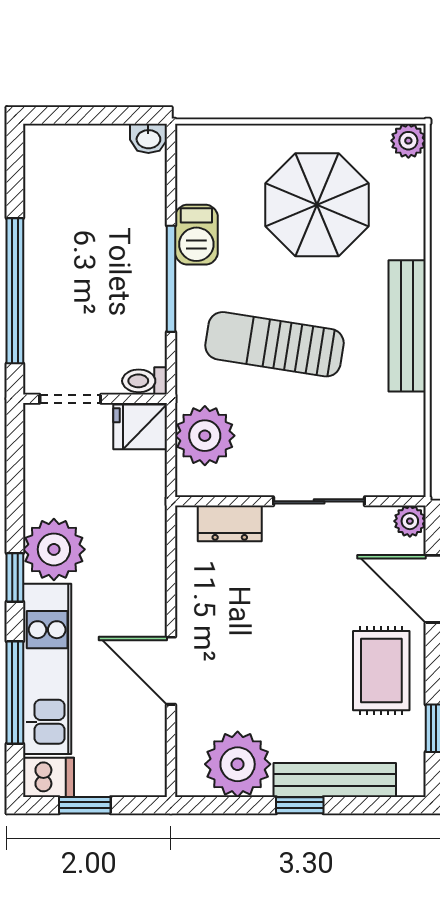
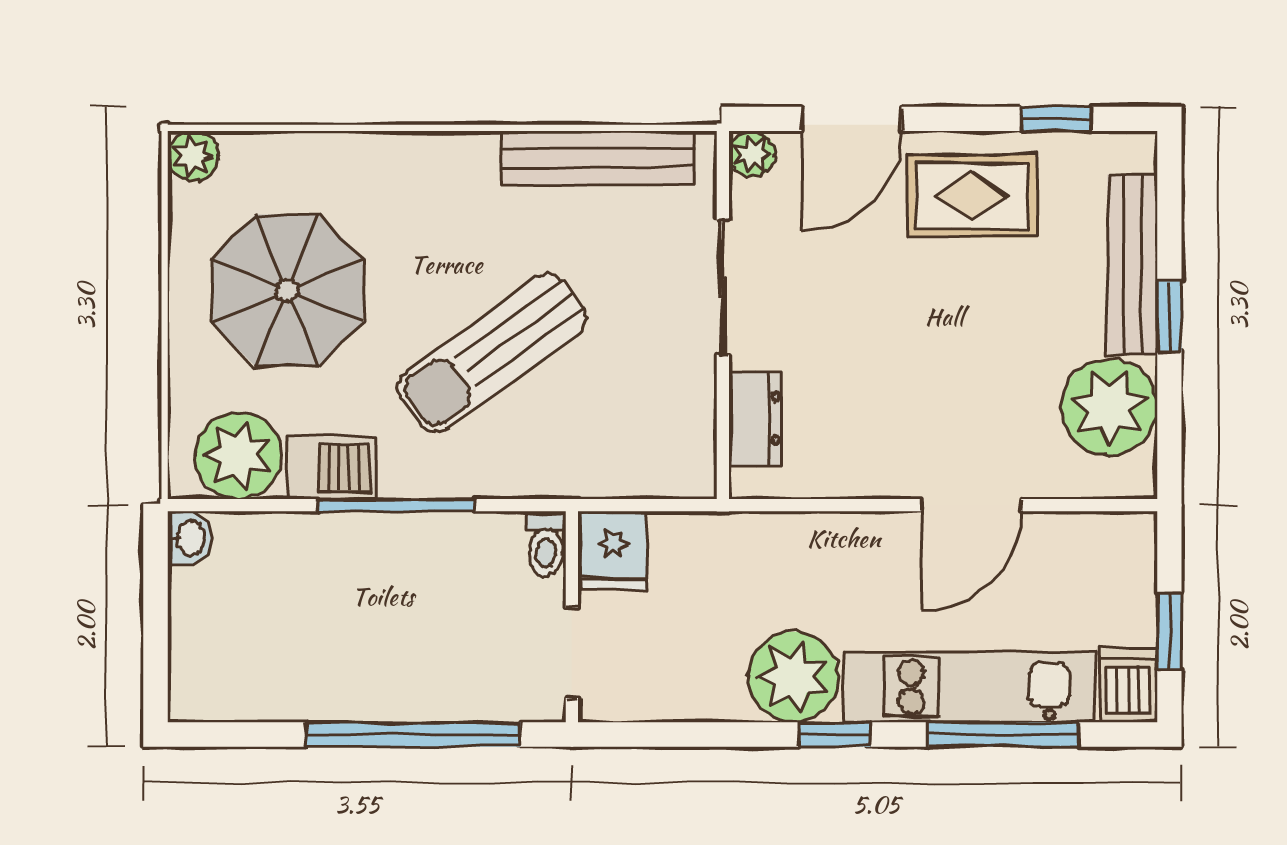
bench: (407, 326) -> (598, 158), moved
sun lounger: (274, 344) -> (492, 353), turned 45
plant: (205, 436) -> (238, 455), moved

